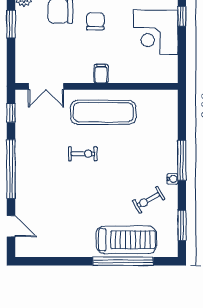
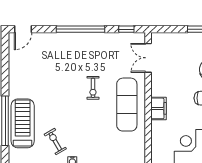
filing cabinet: (101, 74) -> (158, 108), width x2.00
door: (11, 226) -> (23, 29), moved
treadmill: (126, 240) -> (23, 123), turned 180

